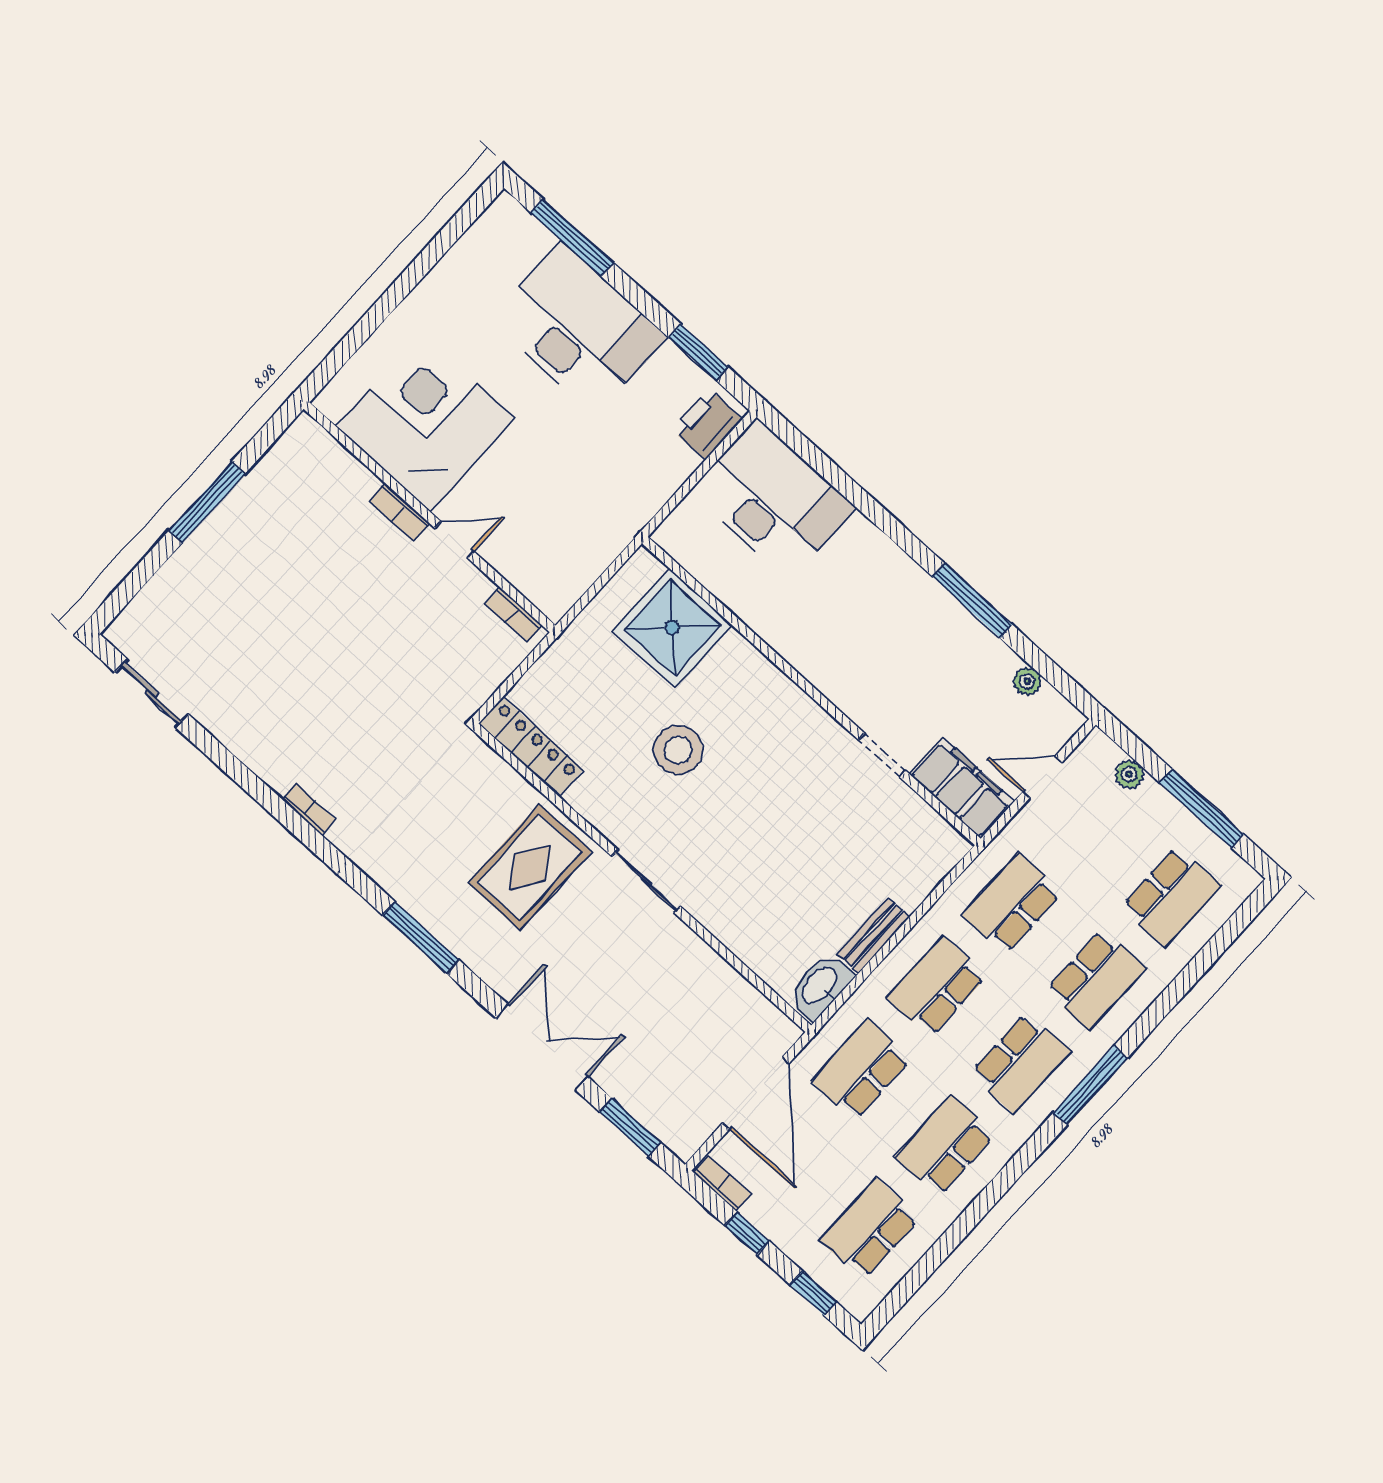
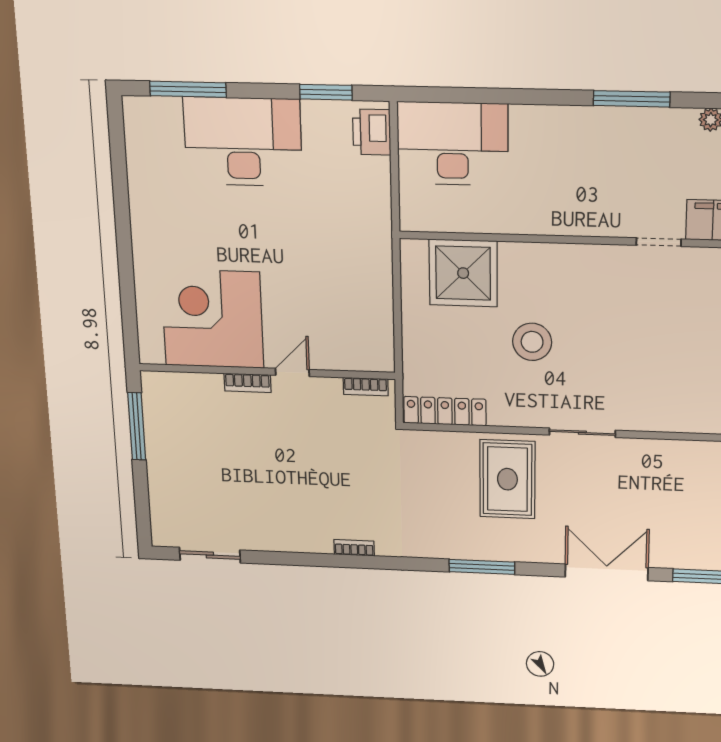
corner desk: (426, 422) -> (212, 319), moved
bookcase: (400, 512) -> (247, 383), moved
wall: (430, 517) -> (267, 371), moved
door: (454, 540) -> (292, 372), moved
bookcase: (513, 615) -> (366, 387), moved

